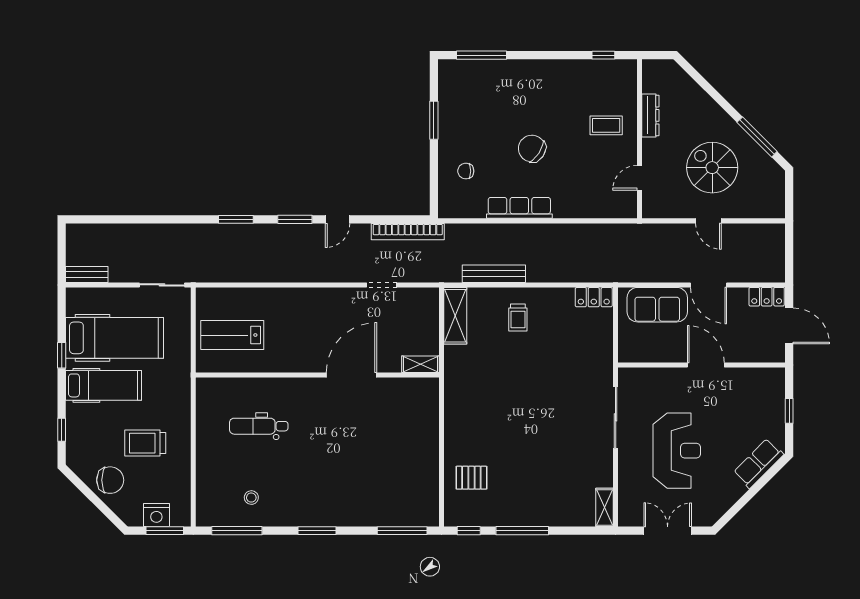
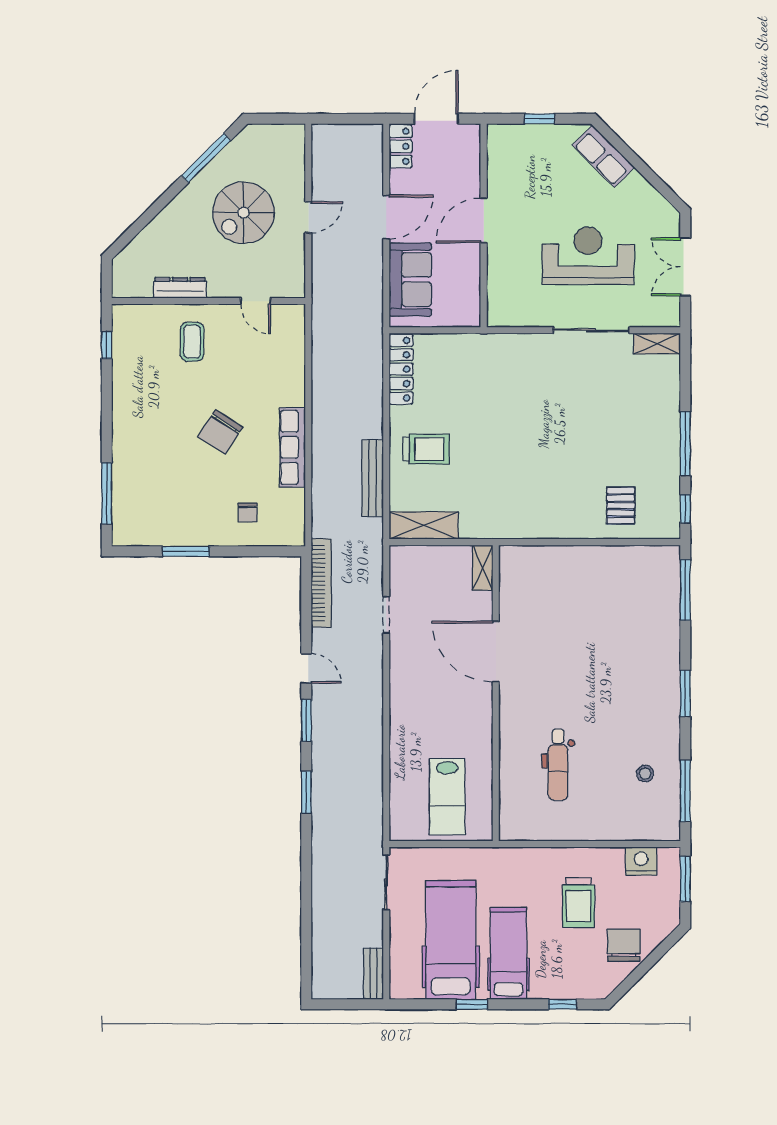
locker: (594, 297) -> (401, 369), width x1.53
trolley: (518, 318) -> (426, 449), width x1.36, depth x1.39
sliding door: (616, 417) -> (591, 330), moved
nightstand: (156, 515) -> (641, 861), moved, turned -90

